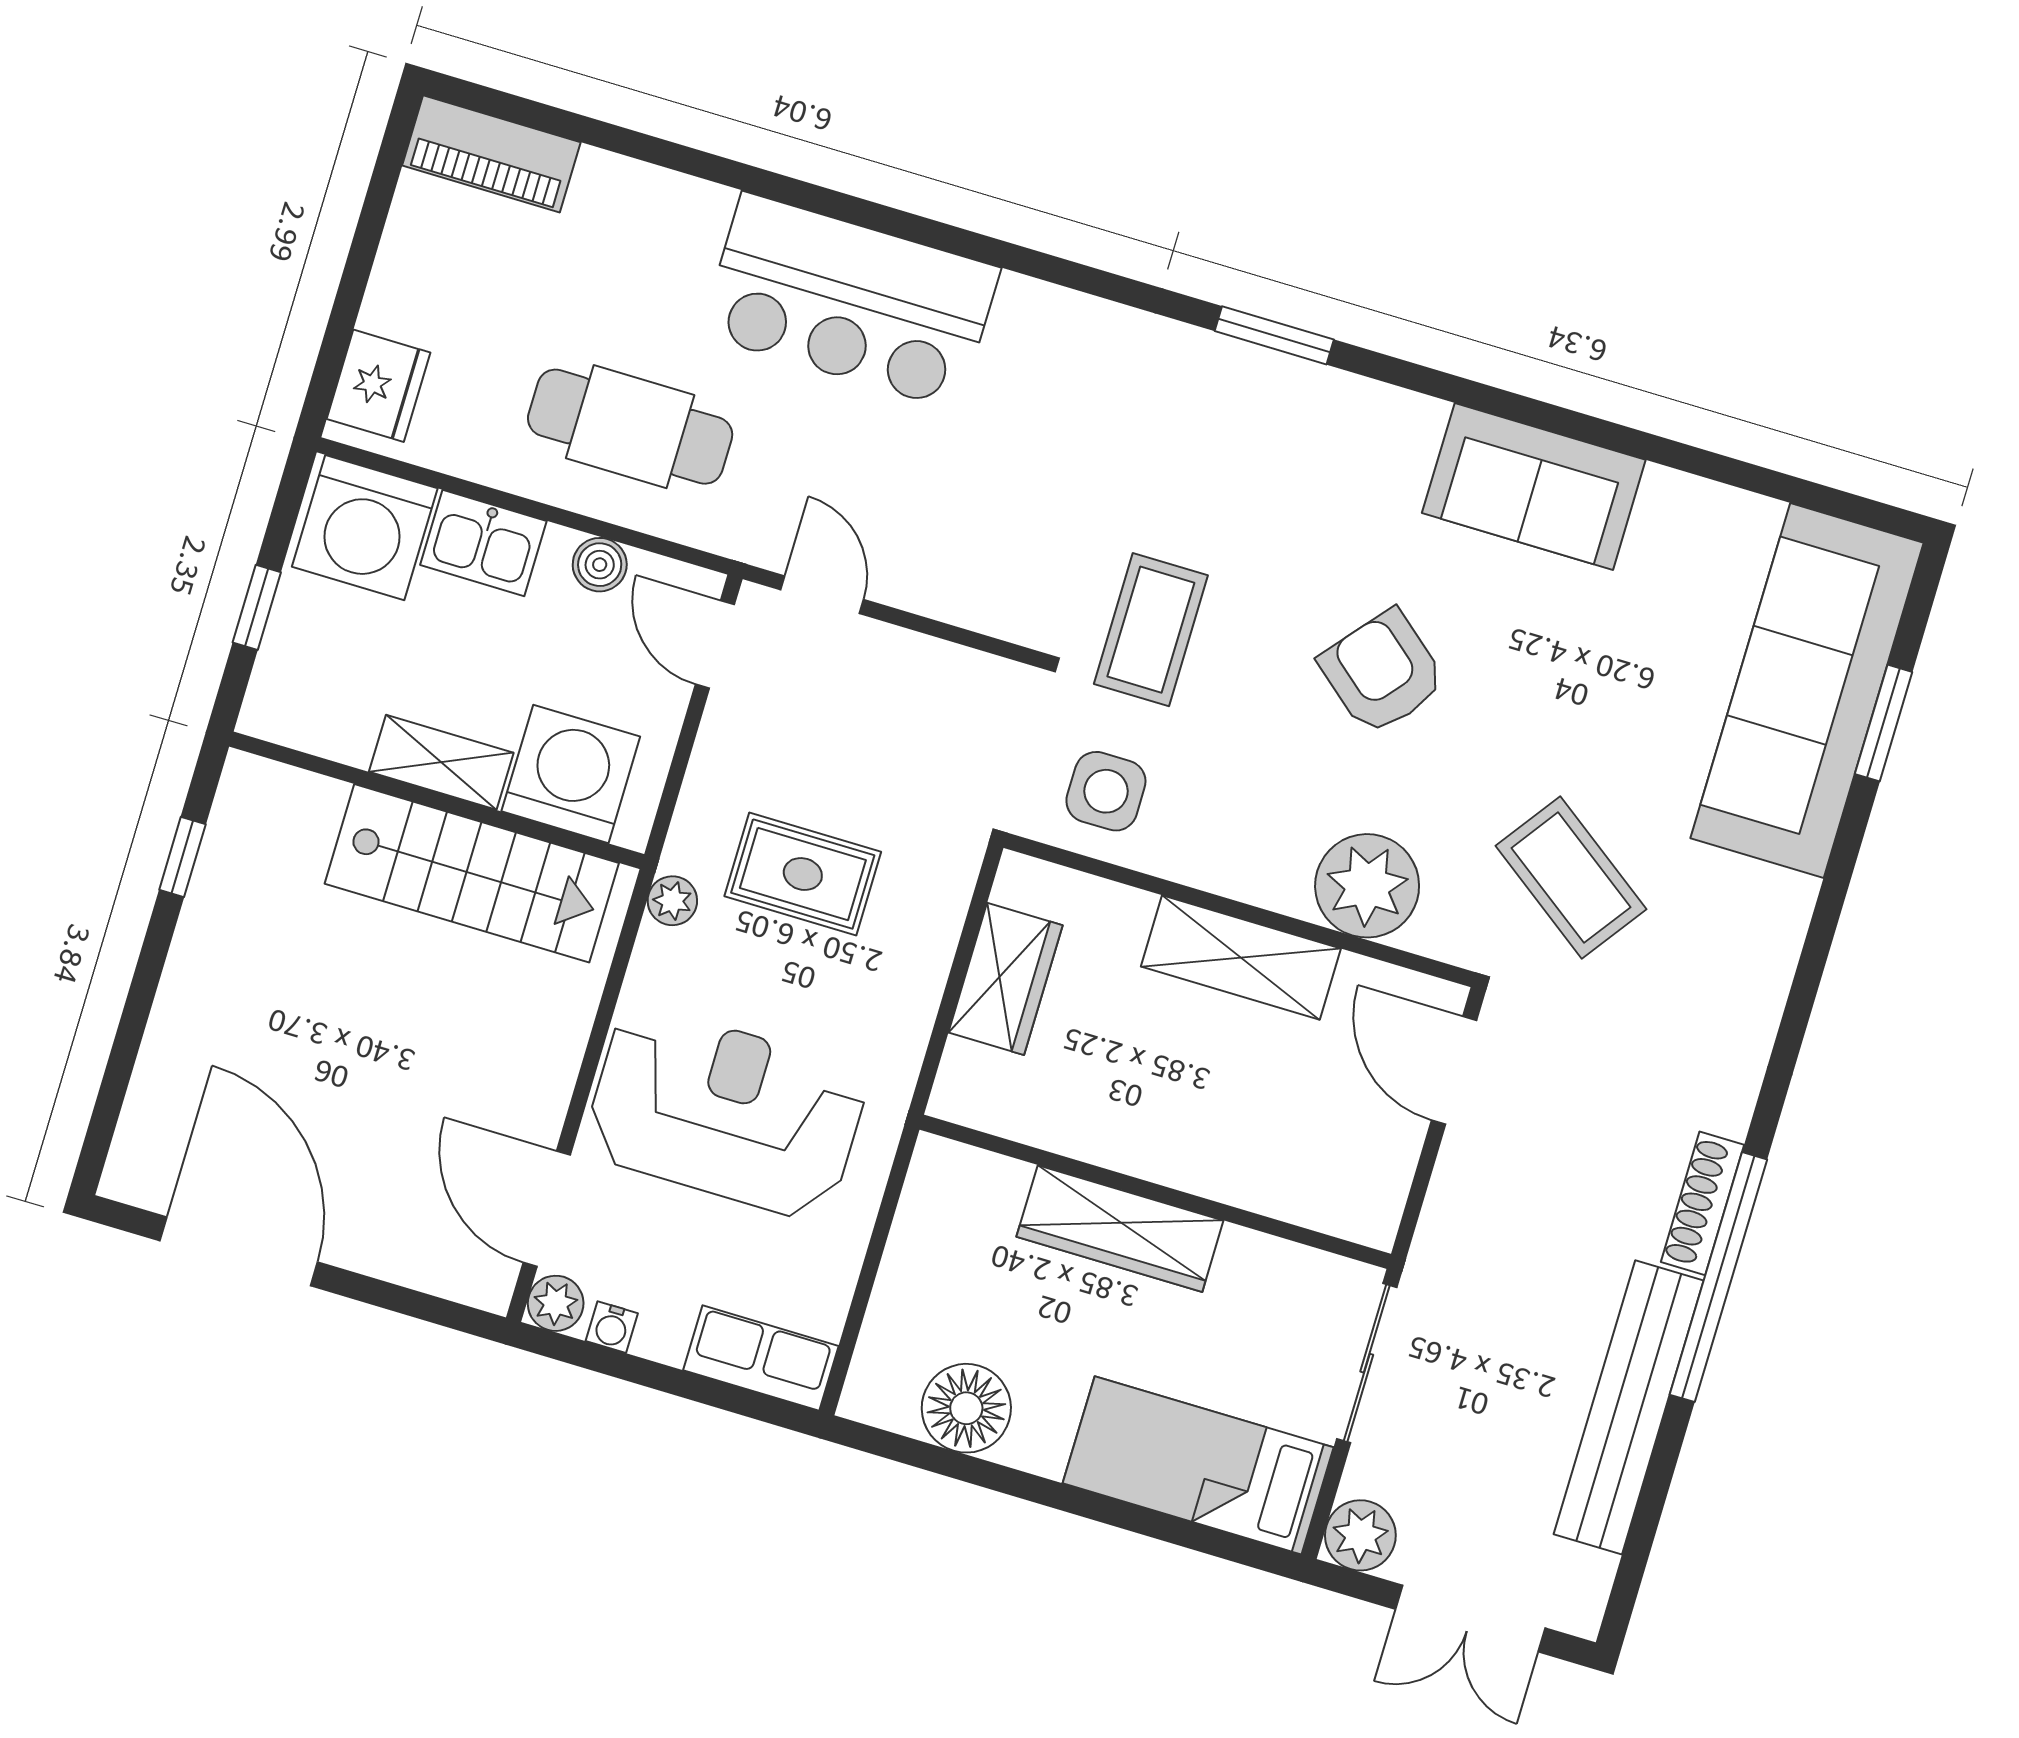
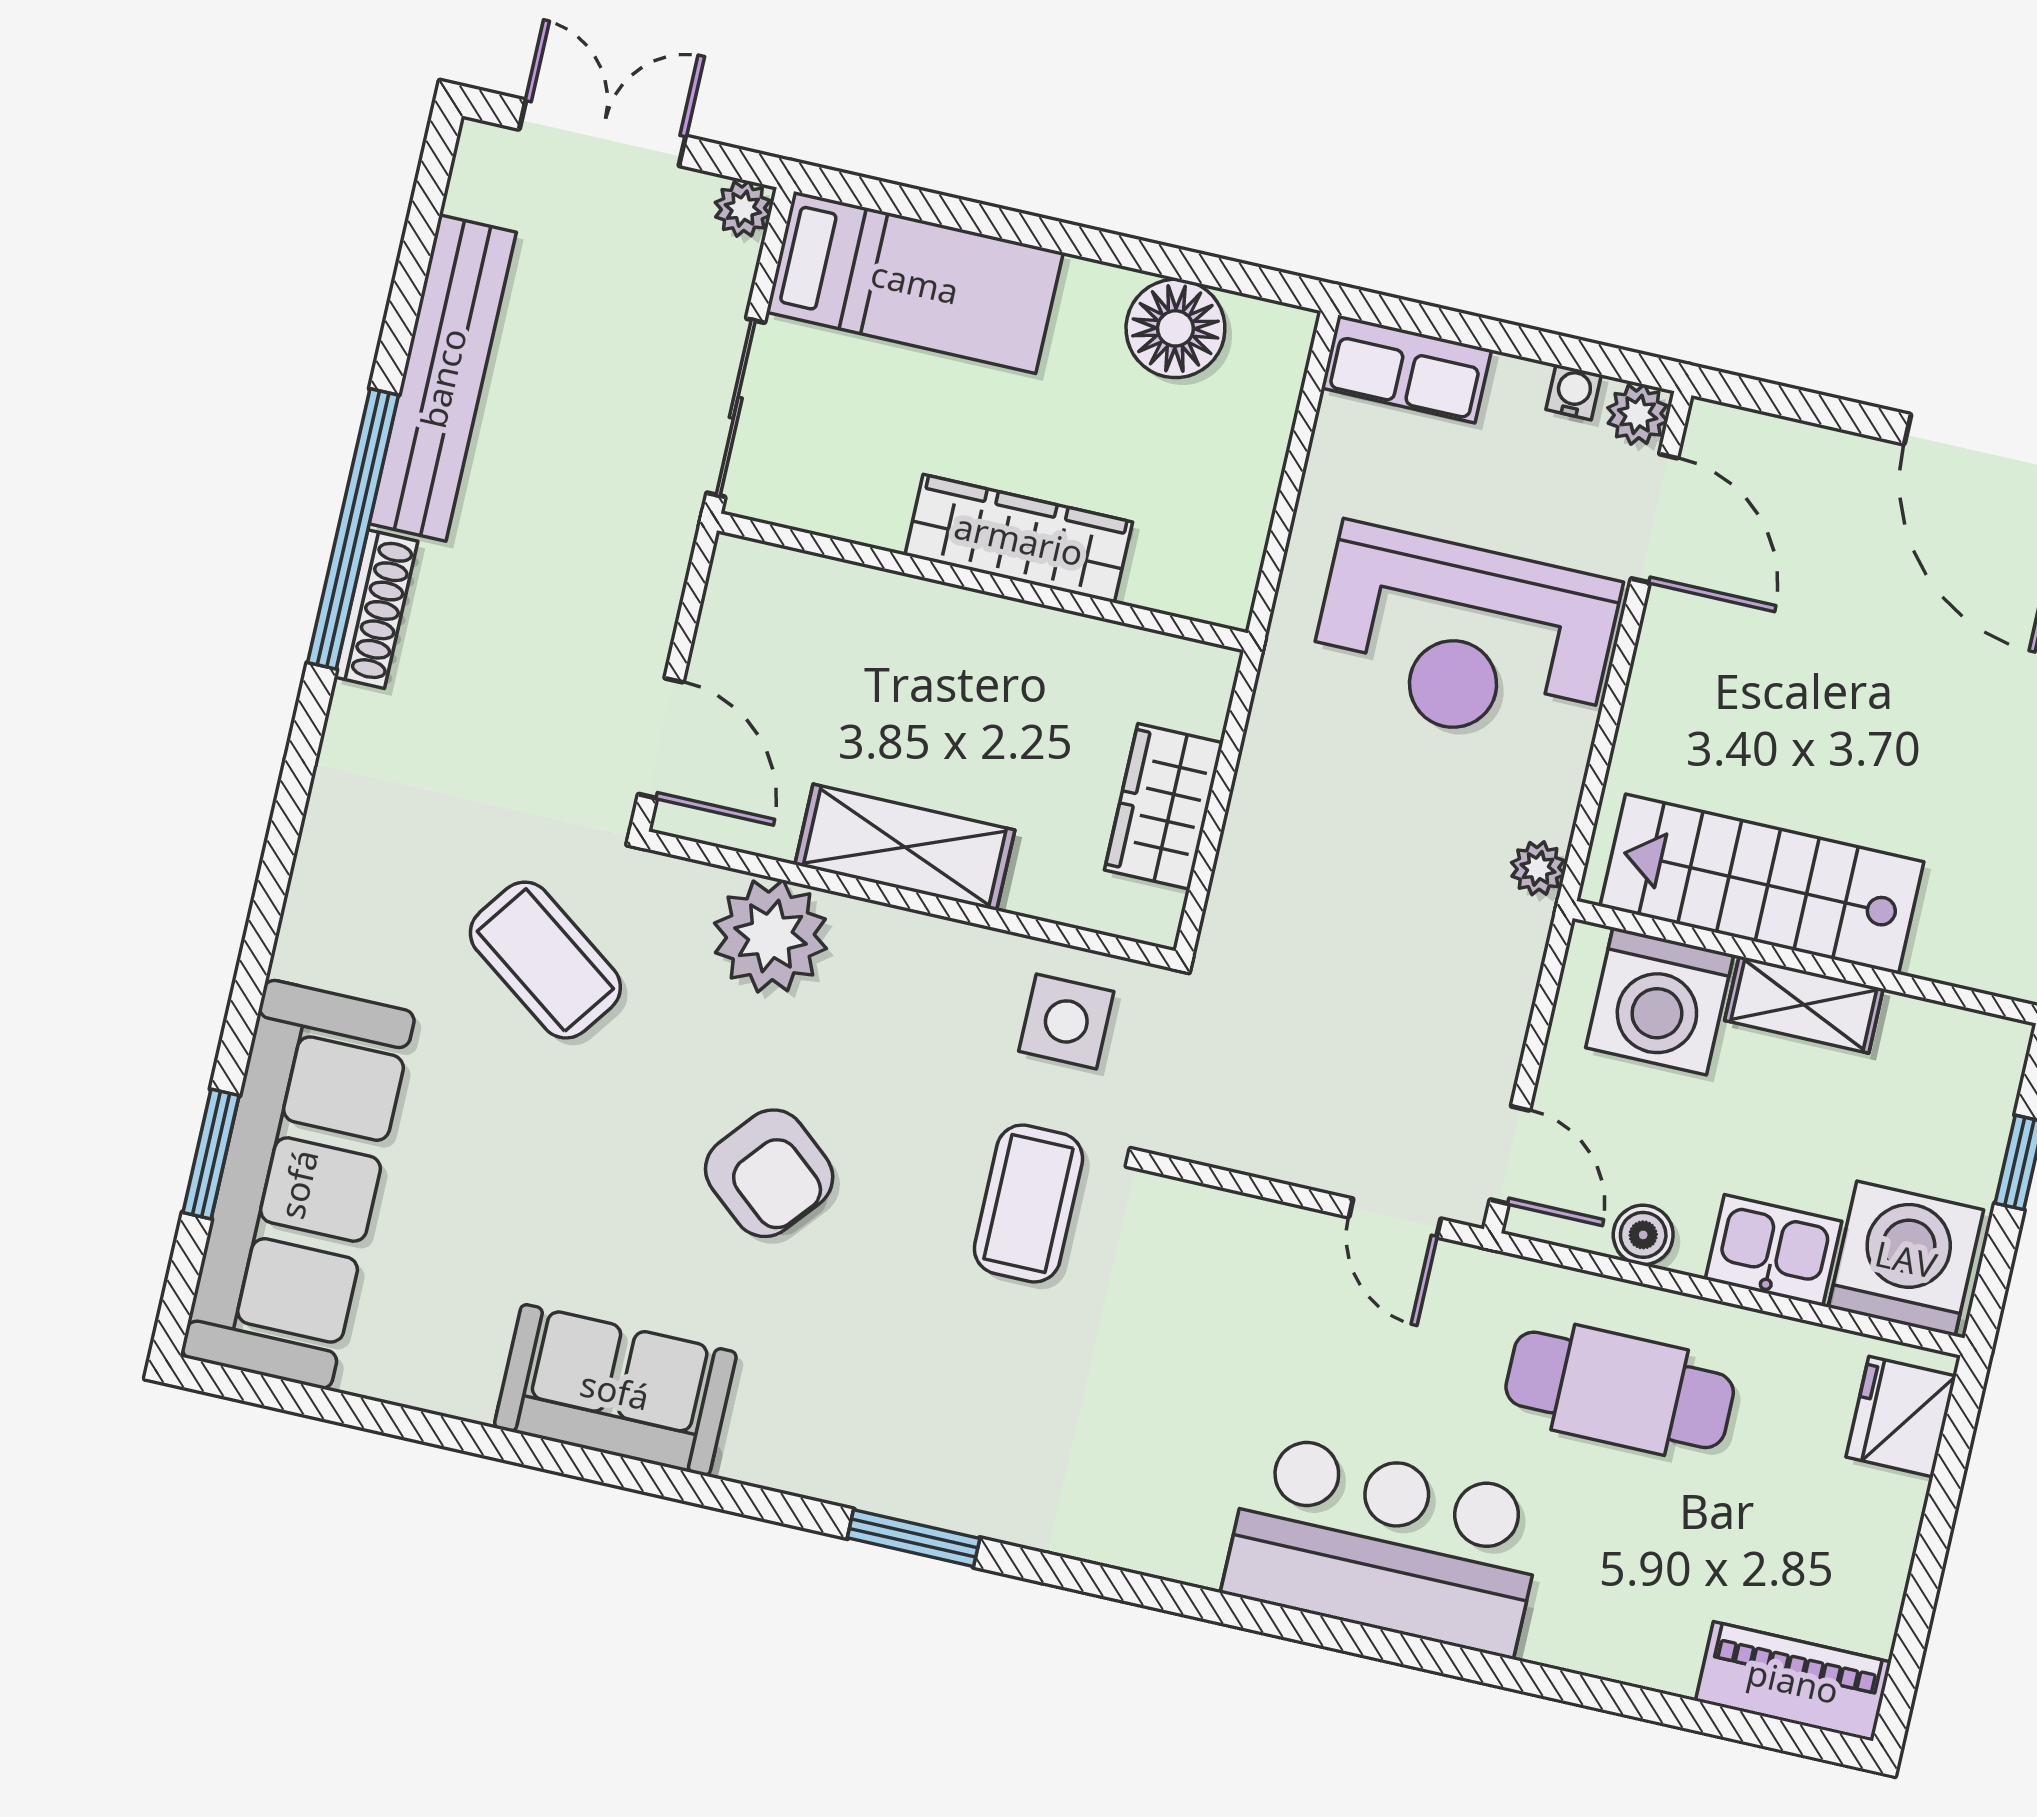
rug: (803, 874) -> (1396, 908), removed
plant: (1360, 1535) -> (743, 209), width x0.73, depth x0.73

